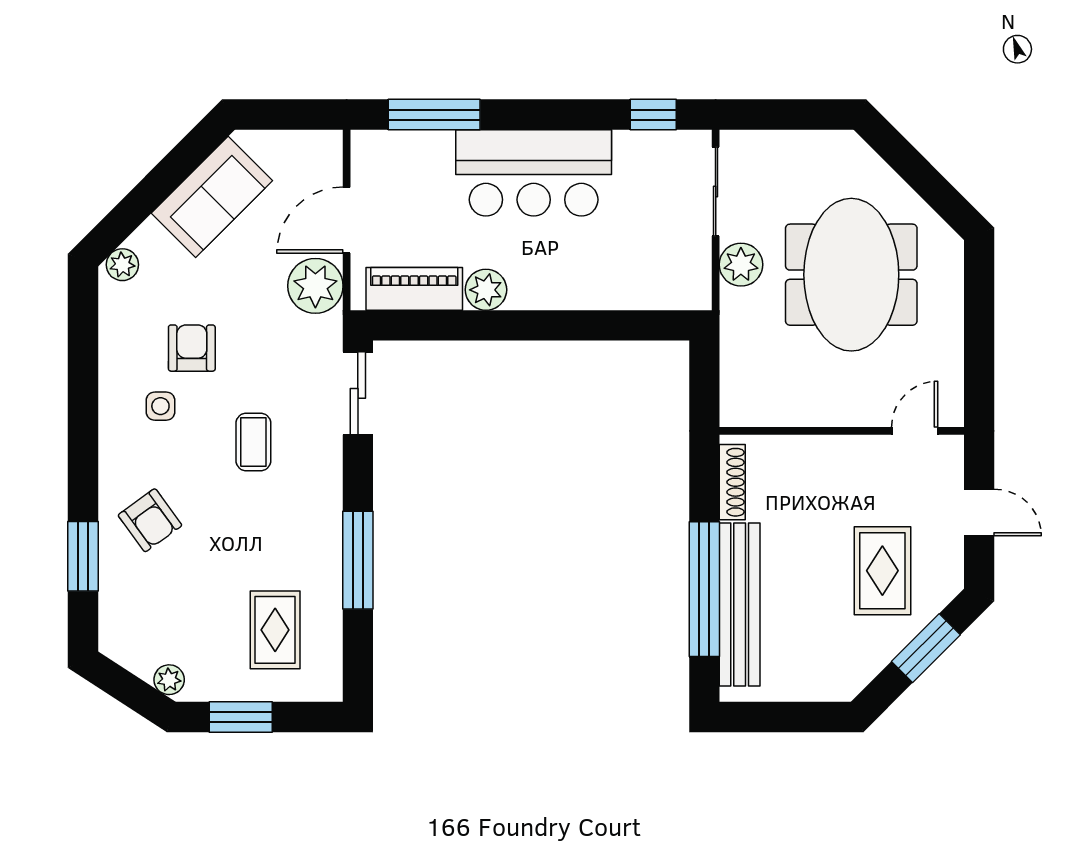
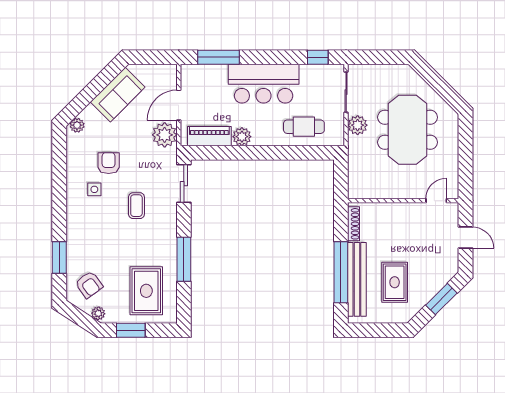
cafe table: (623, 268) -> (304, 127), added
armchair: (150, 520) -> (89, 285), moved
rug: (882, 571) -> (395, 282), moved
rug: (275, 630) -> (146, 291), width x1.36, depth x1.43

